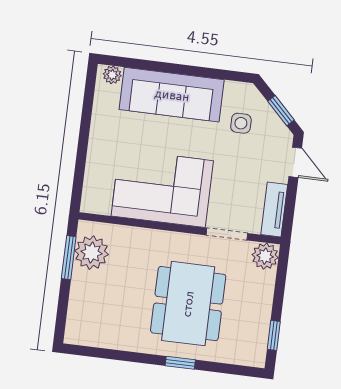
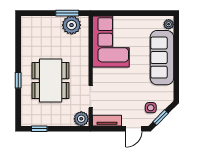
side table: (241, 123) -> (151, 108), moved
corner sofa: (162, 188) -> (111, 41), moved
dining table: (188, 304) -> (51, 81), turned 90

